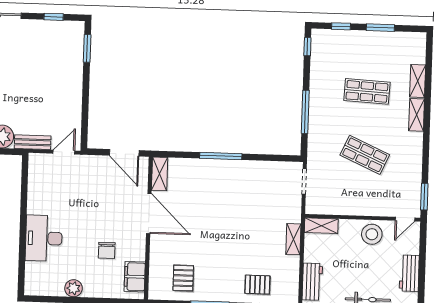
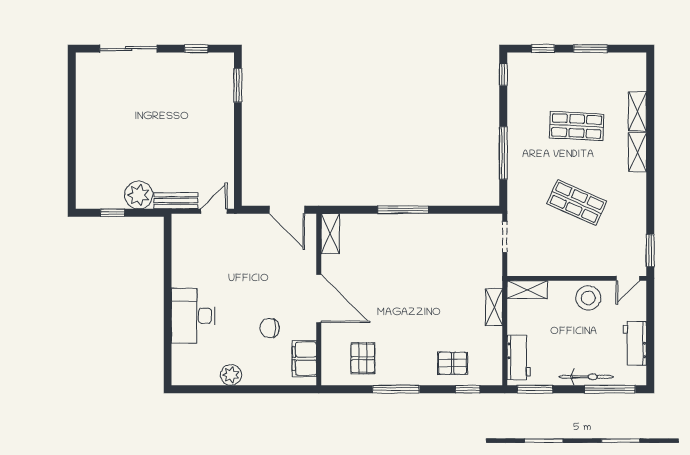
door: (149, 213) -> (319, 298), moved
chair: (107, 250) -> (270, 328), turned 90

